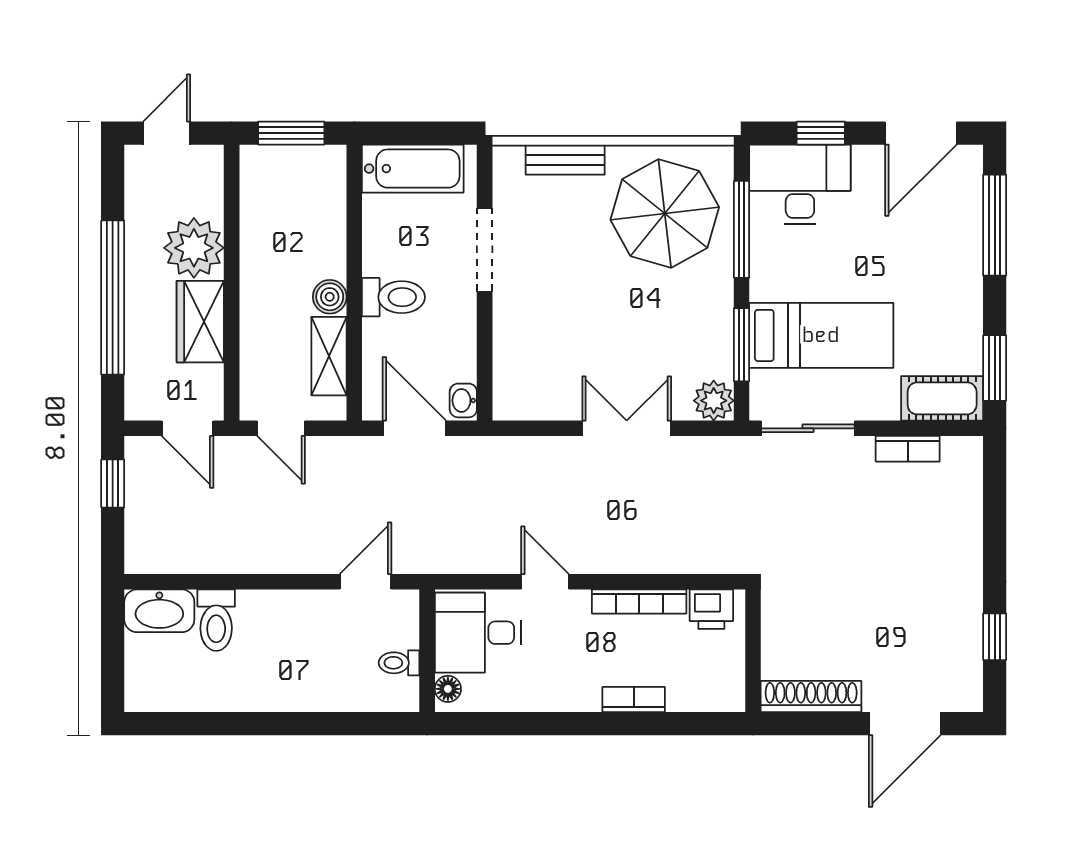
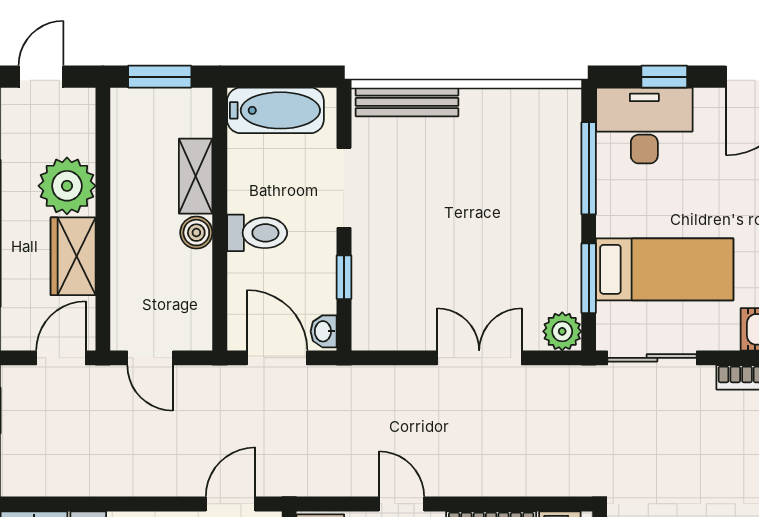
bench: (565, 160) -> (407, 102), width x1.36
parasol: (665, 214) -> (516, 153), removed
window: (485, 344) -> (344, 277), added
shelving: (329, 356) -> (196, 176), moved
door: (188, 428) -> (61, 358), swing flipped

